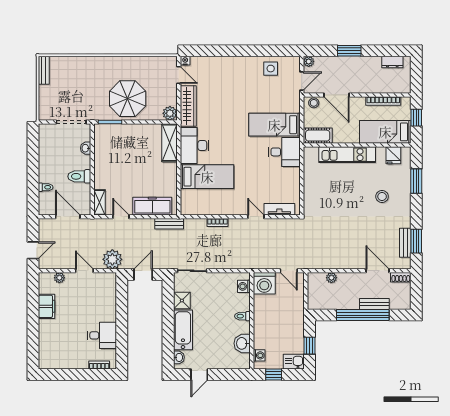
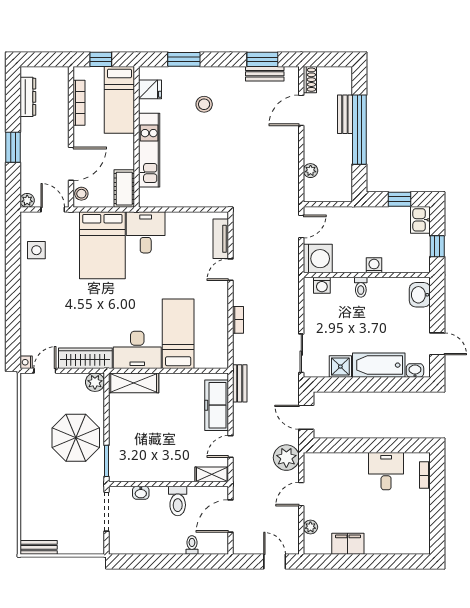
dresser: (392, 62) -> (28, 97), width x1.44
bed: (274, 125) -> (102, 245), width x1.50
washbasin: (242, 343) -> (420, 295), moved, turned 90
washing machine: (259, 355) -> (374, 265), moved

